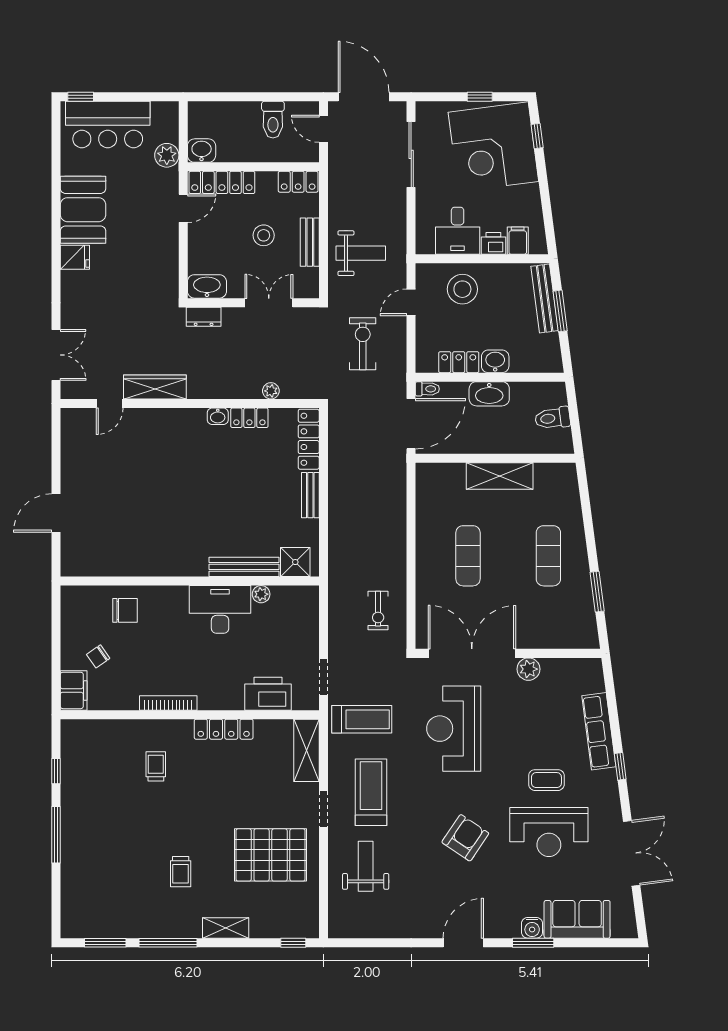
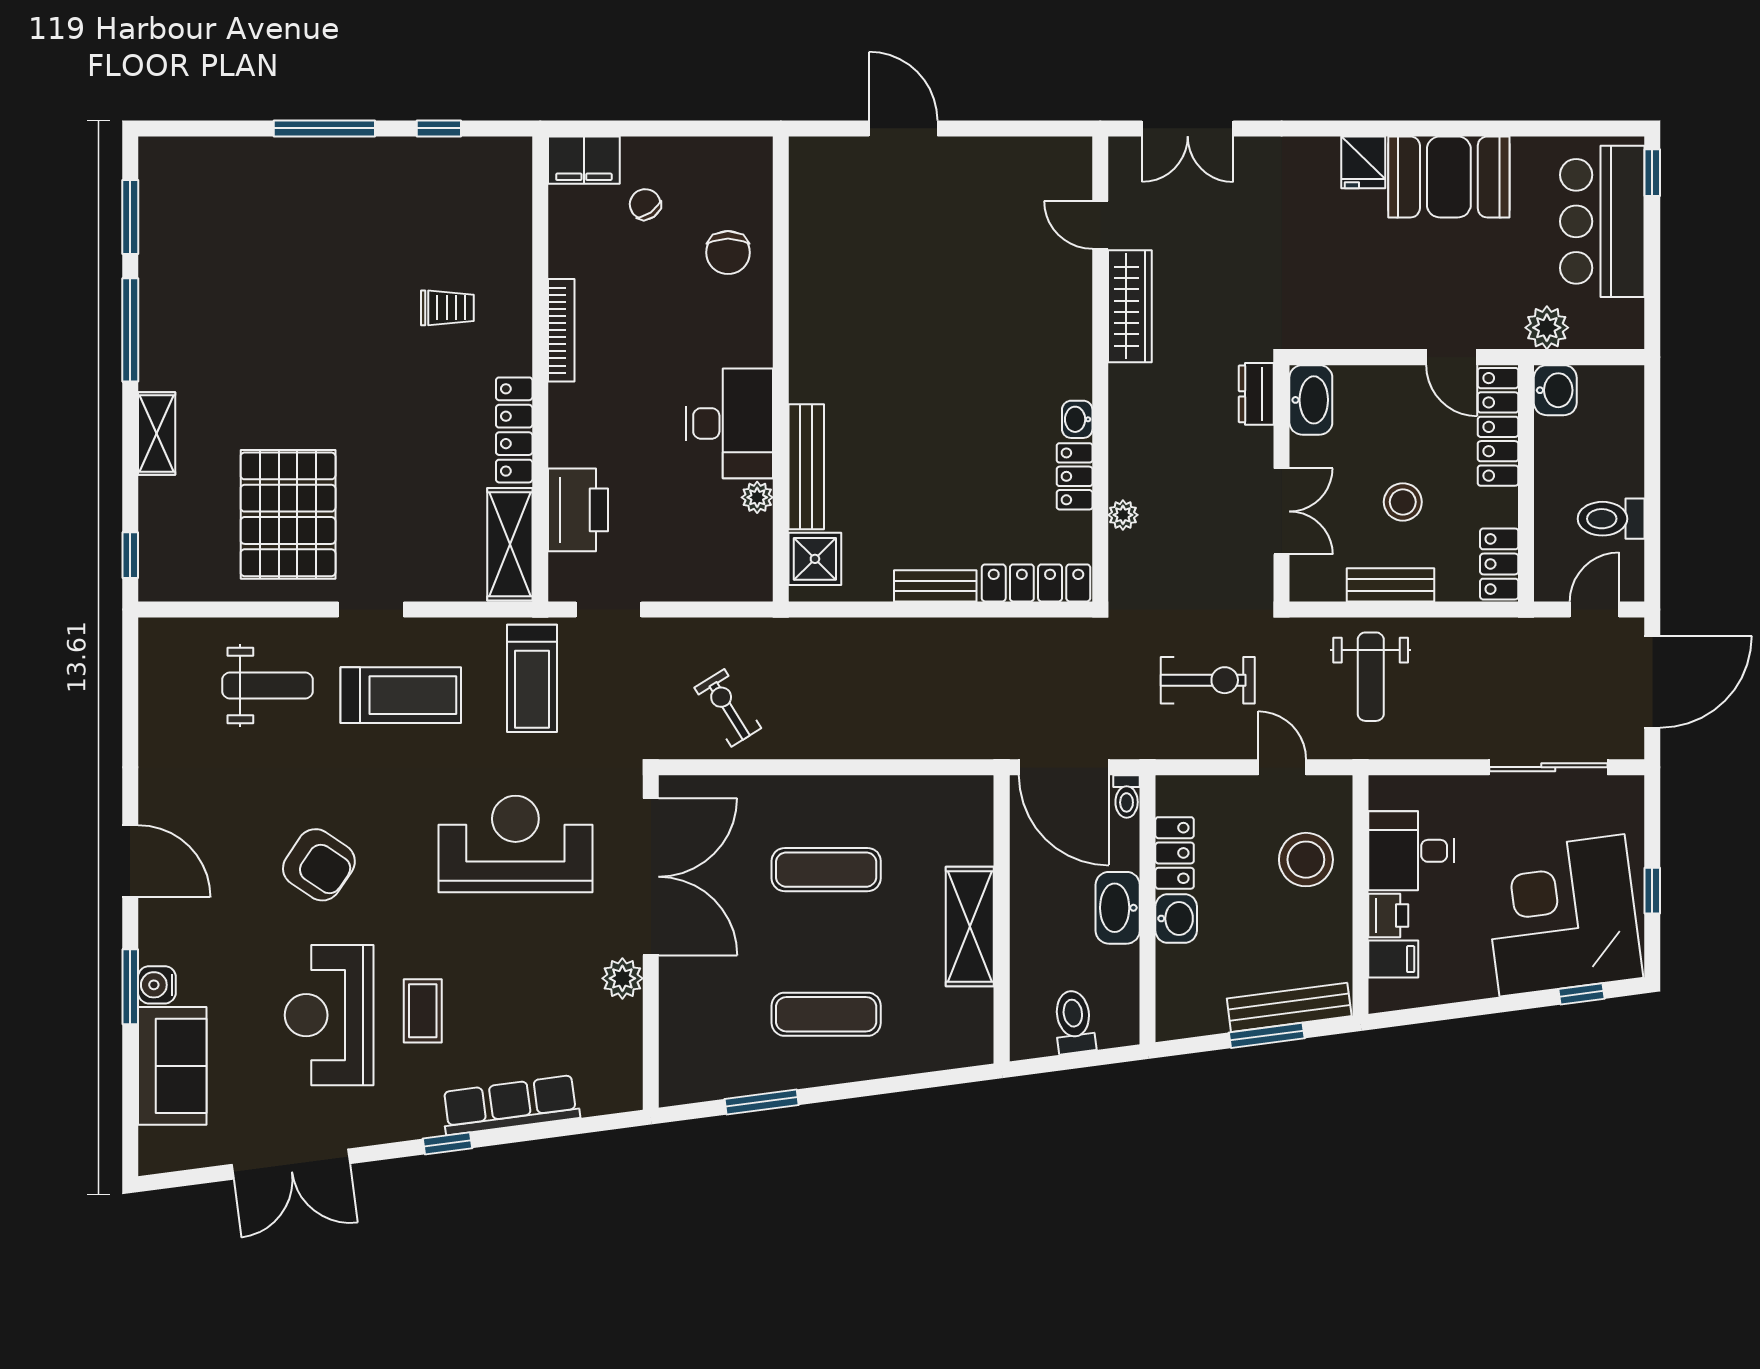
exercise bike: (378, 610) -> (728, 708), turned 58
shelving: (307, 750) -> (510, 544), moved, turned 90
trolley: (181, 872) -> (258, 352), removed

